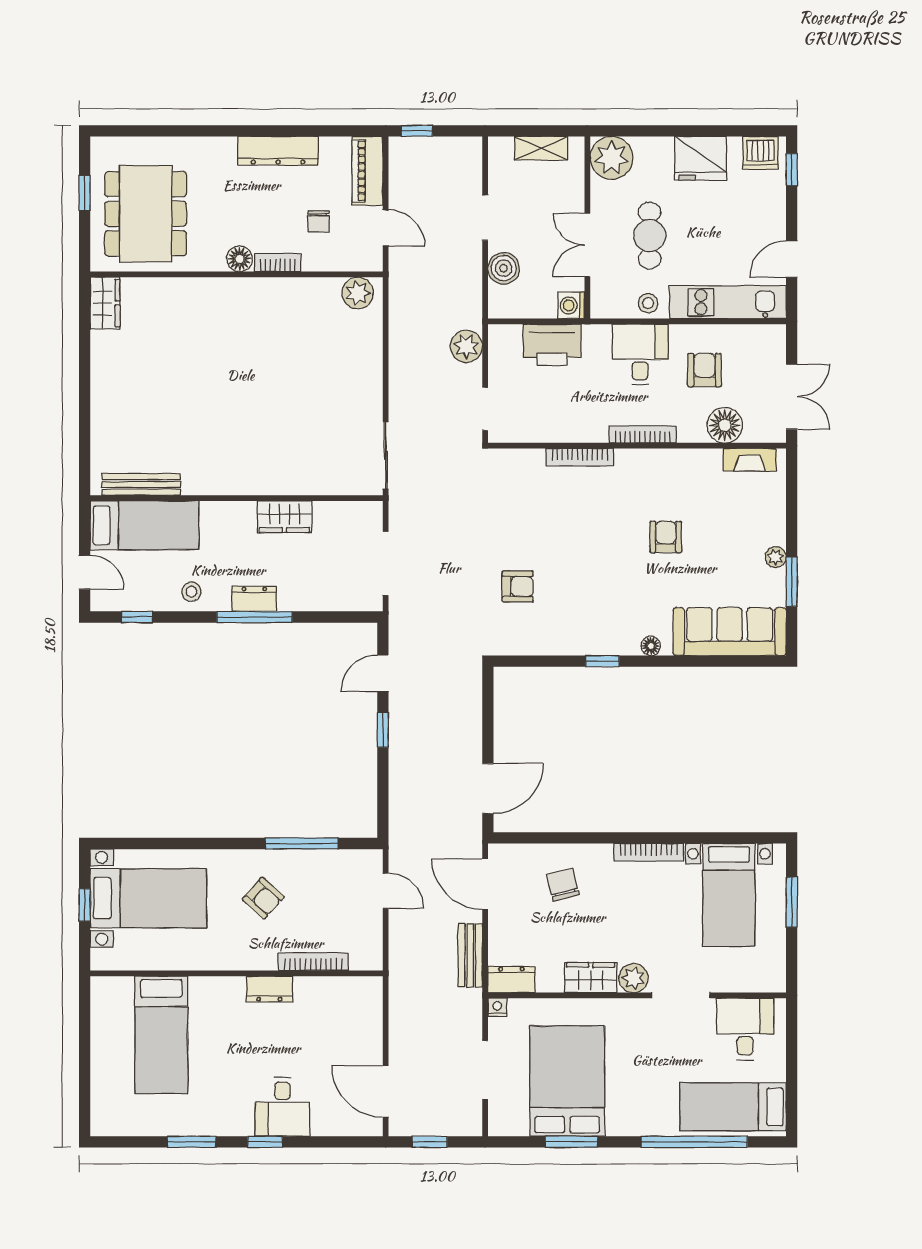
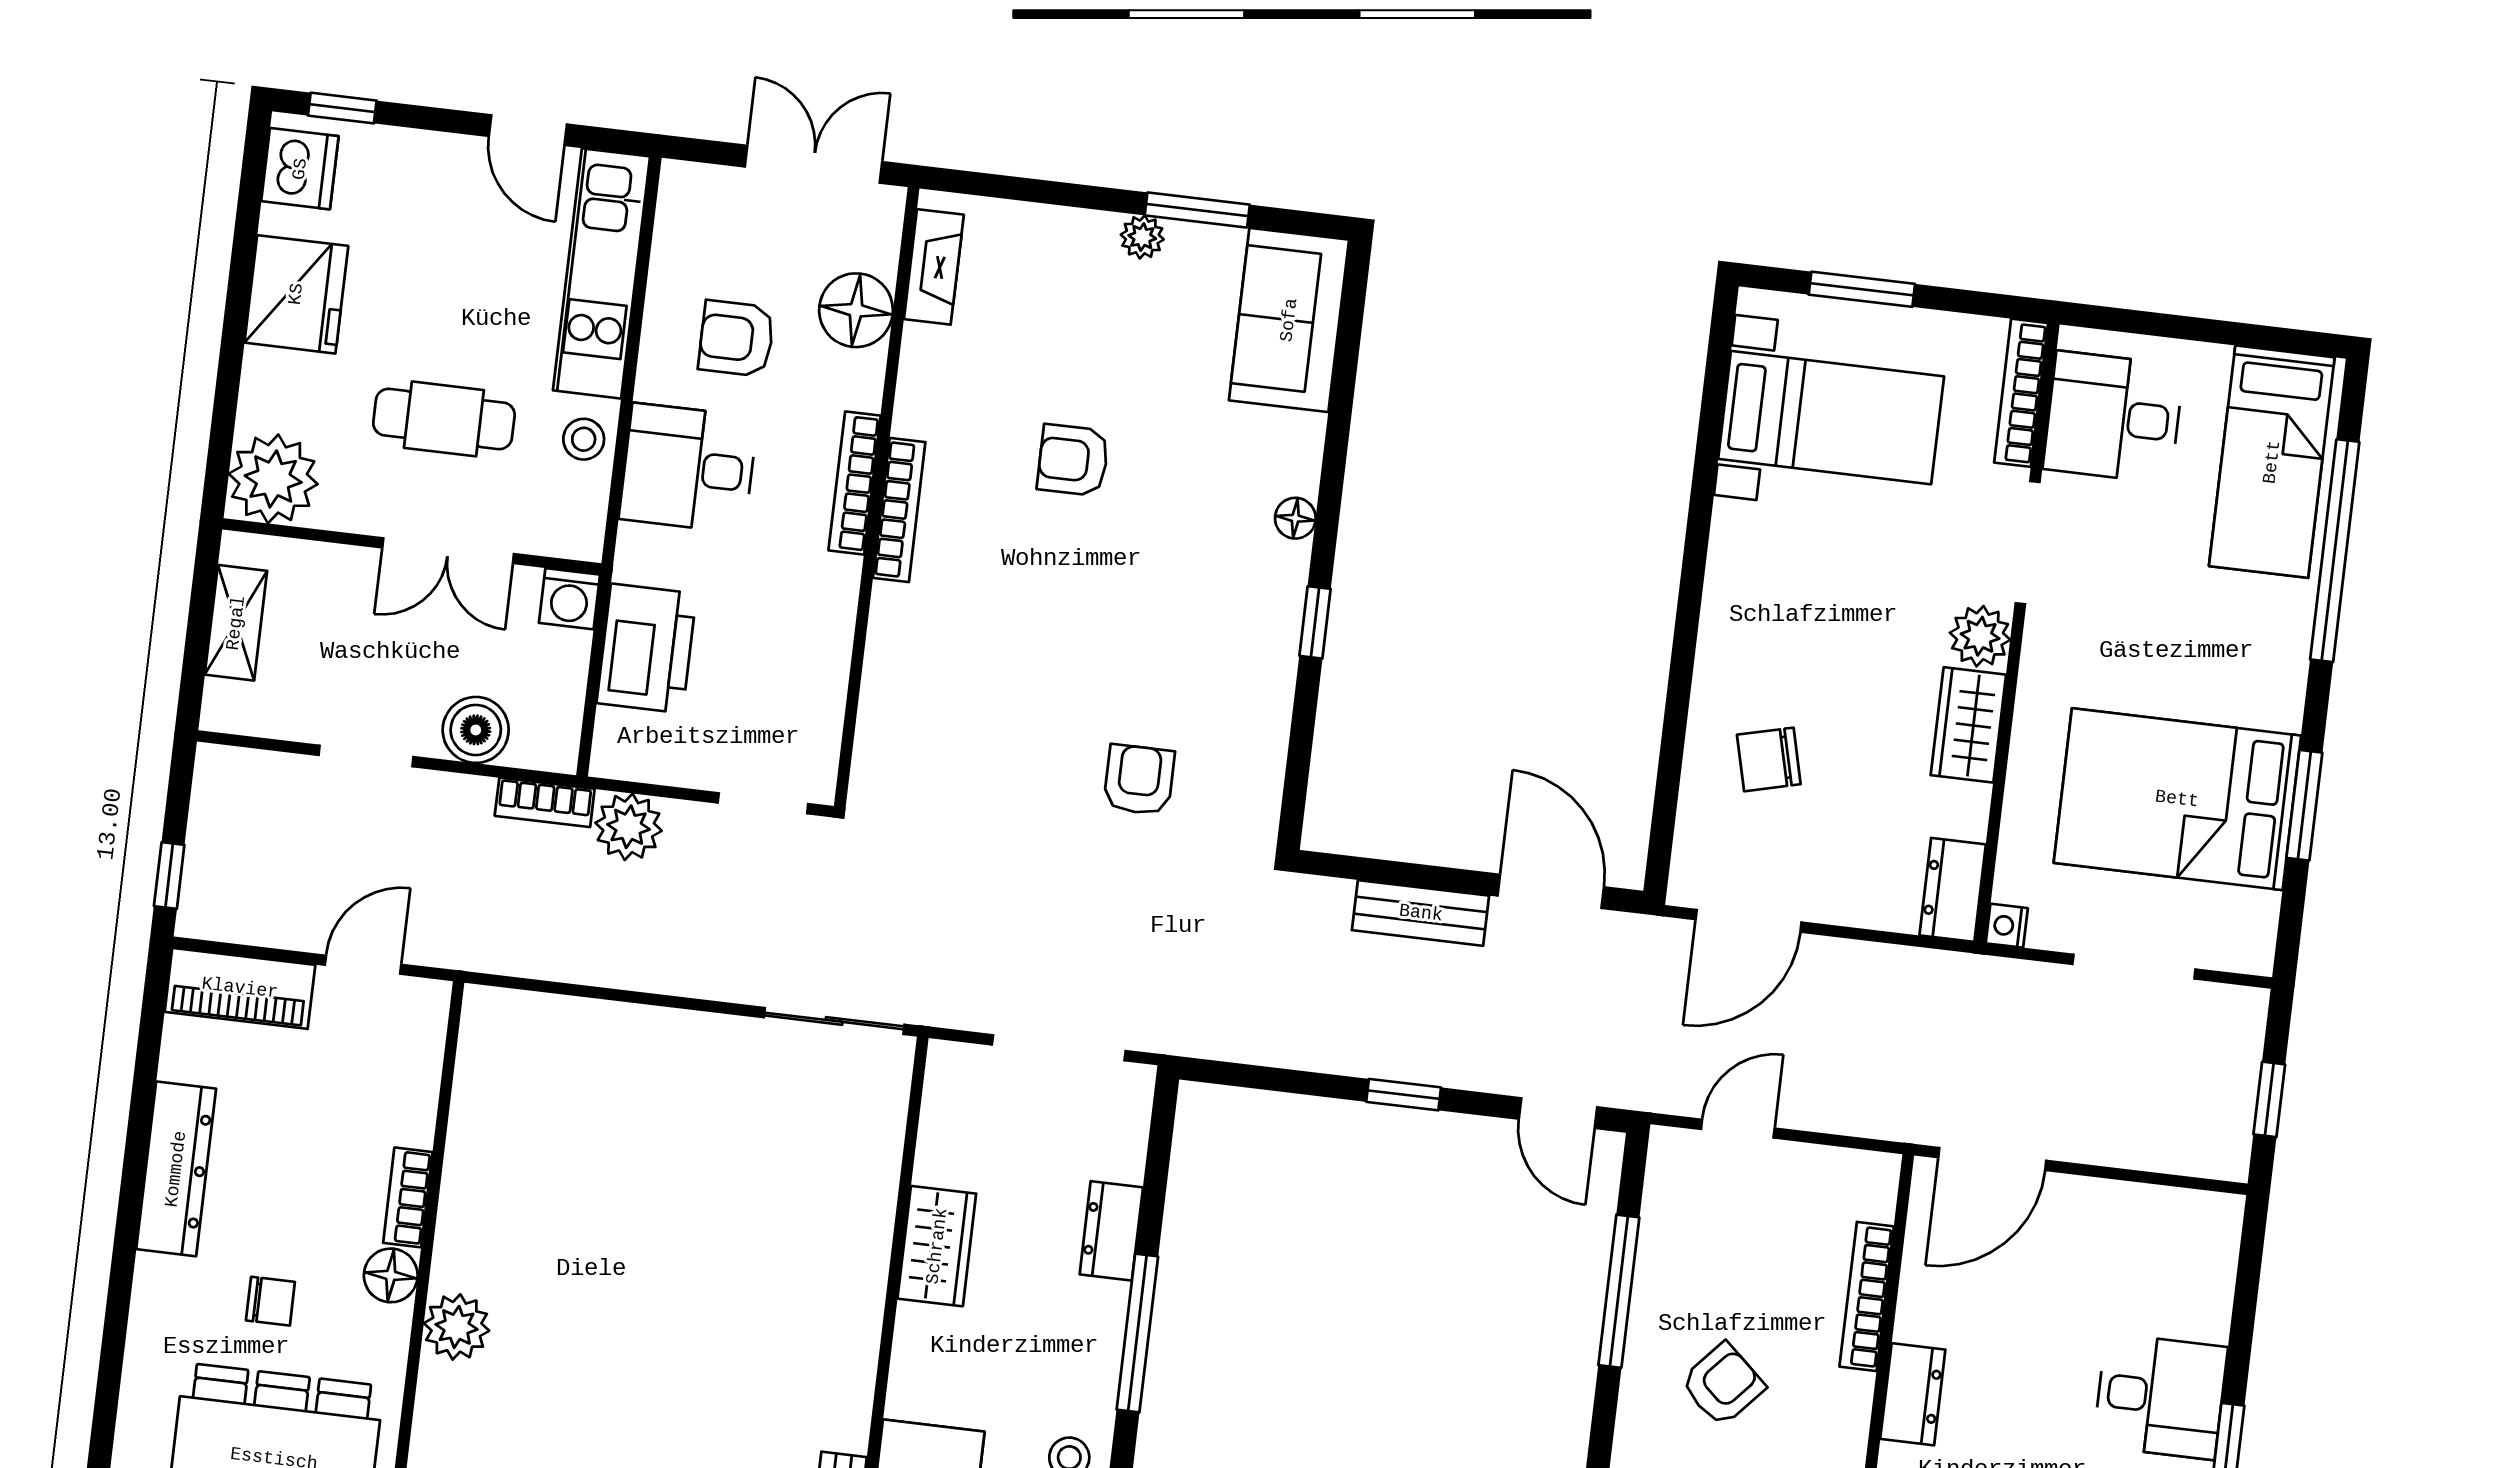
chair: (319, 221) -> (270, 1301), moved
plant: (358, 293) -> (457, 1327), moved
bookcase: (473, 305) -> (545, 802), added
bookcase: (580, 457) -> (899, 510), moved
dresser: (254, 599) -> (1111, 1231), moved
sofa: (730, 632) -> (1289, 320), width x0.73
door: (383, 673) -> (1558, 1113), moved
bookcase: (649, 852) -> (2021, 393), moved, turned 180
bench: (470, 955) -> (1421, 913), moved
door: (386, 1091) -> (1992, 1159), moved

